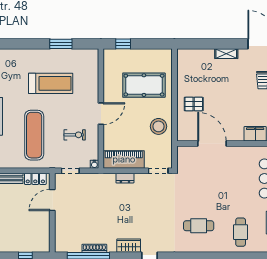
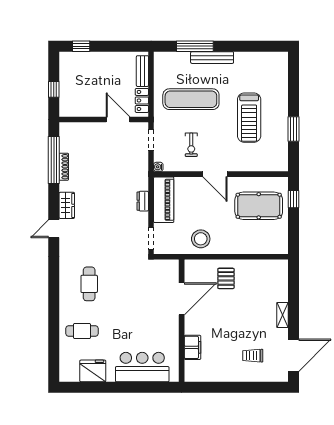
pool table: (144, 85) -> (259, 206), moved, turned 90

